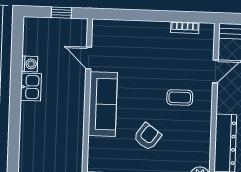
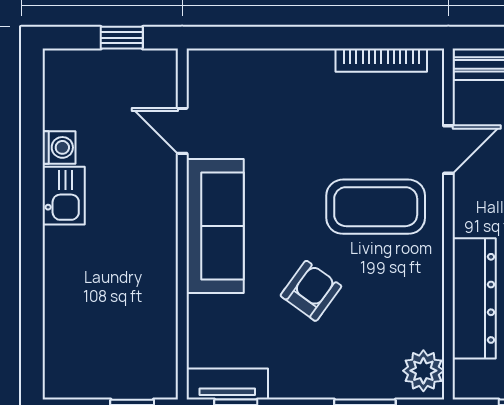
bookcase: (185, 28) -> (381, 60), width x1.56
coffee table: (180, 97) -> (376, 207), width x1.86, depth x1.72

